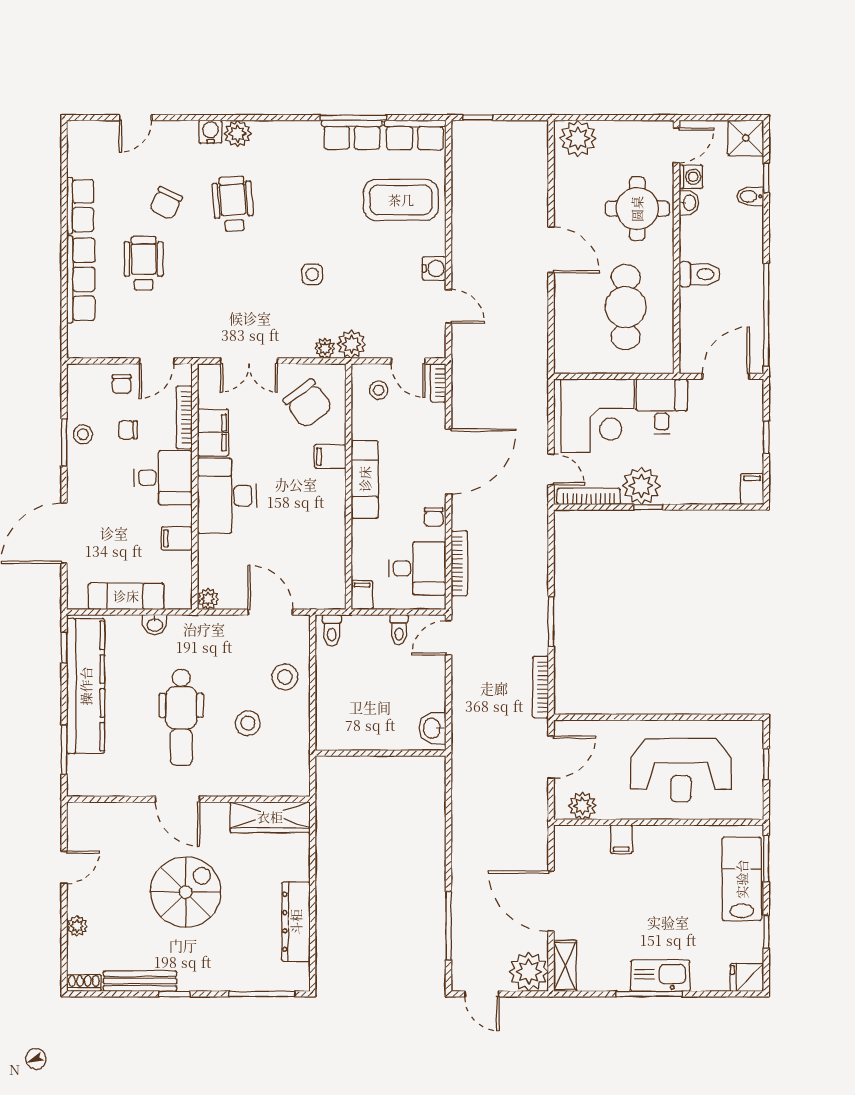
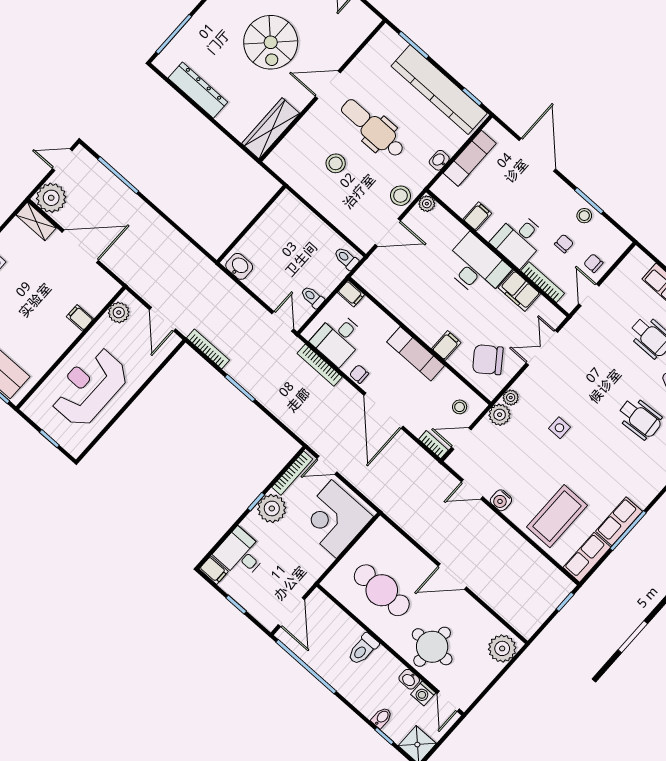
desk: (662, 407) -> (241, 554), moved, turned 180
stool: (285, 677) -> (400, 196), moved

